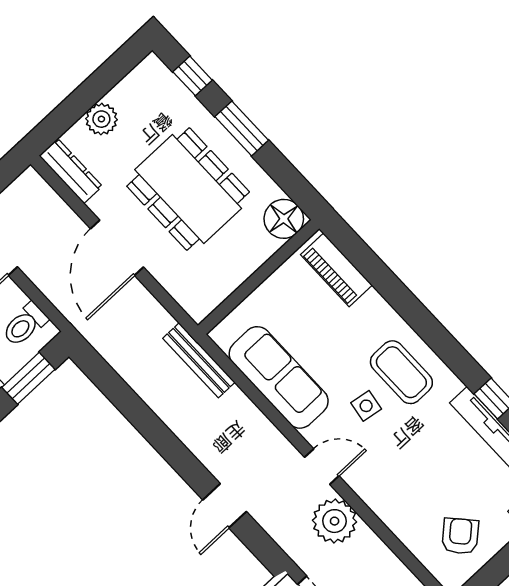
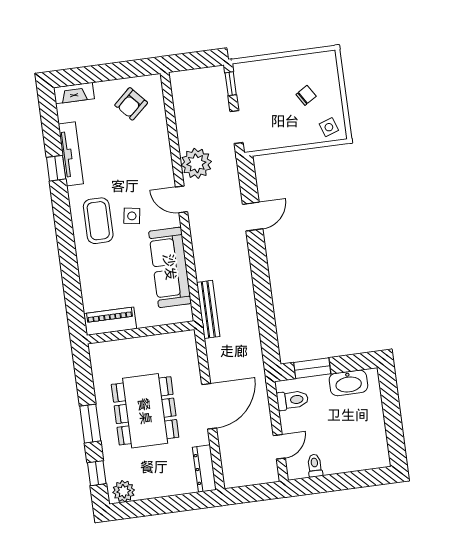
plant: (101, 119) -> (124, 491), moved
floor lamp: (284, 219) -> (103, 355), removed
piano: (336, 270) -> (110, 321), moved, turned -90

